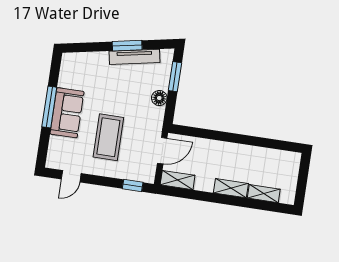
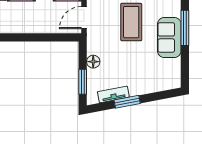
tv unit: (134, 57) -> (113, 94), width x0.71
window: (49, 107) -> (185, 28), moved

